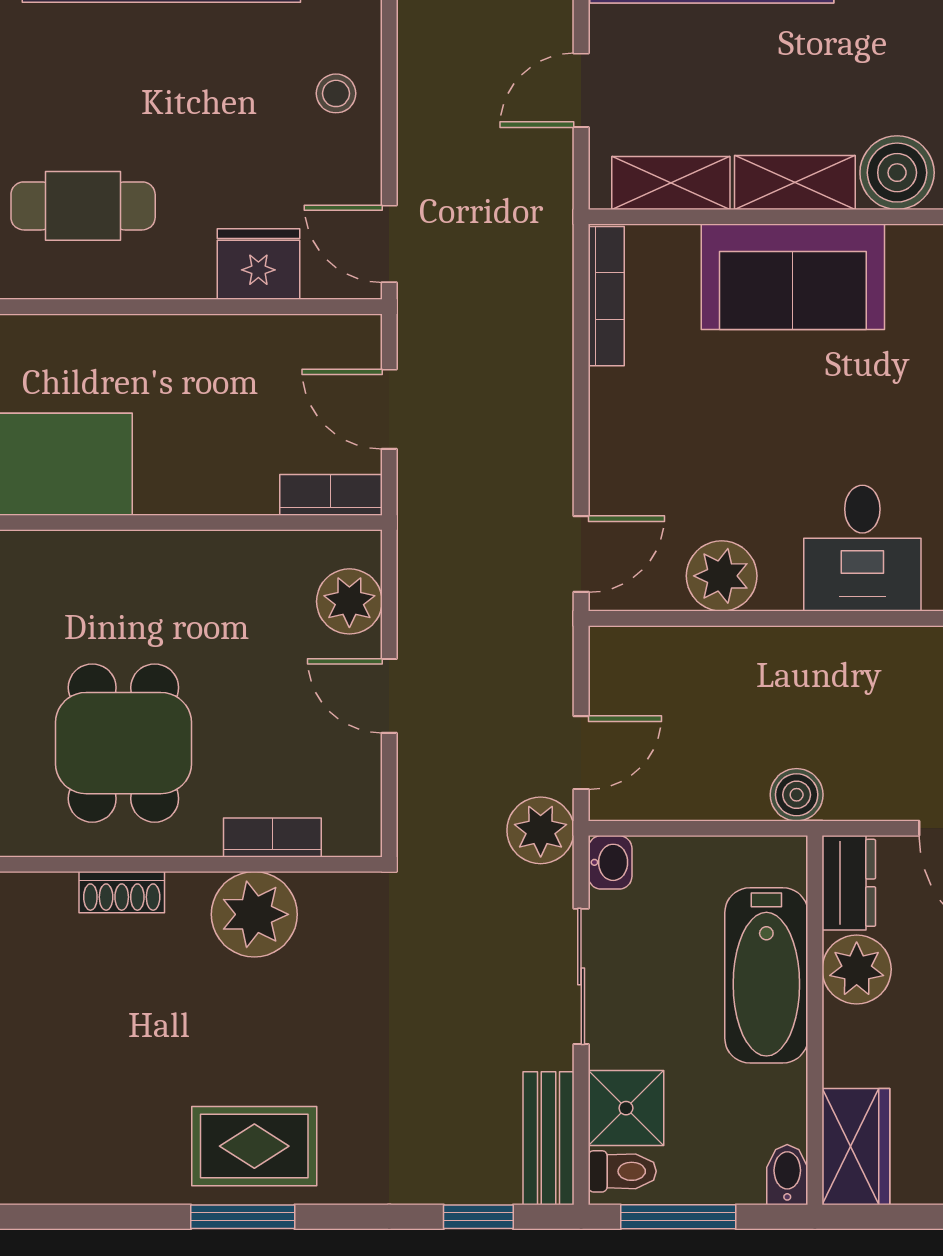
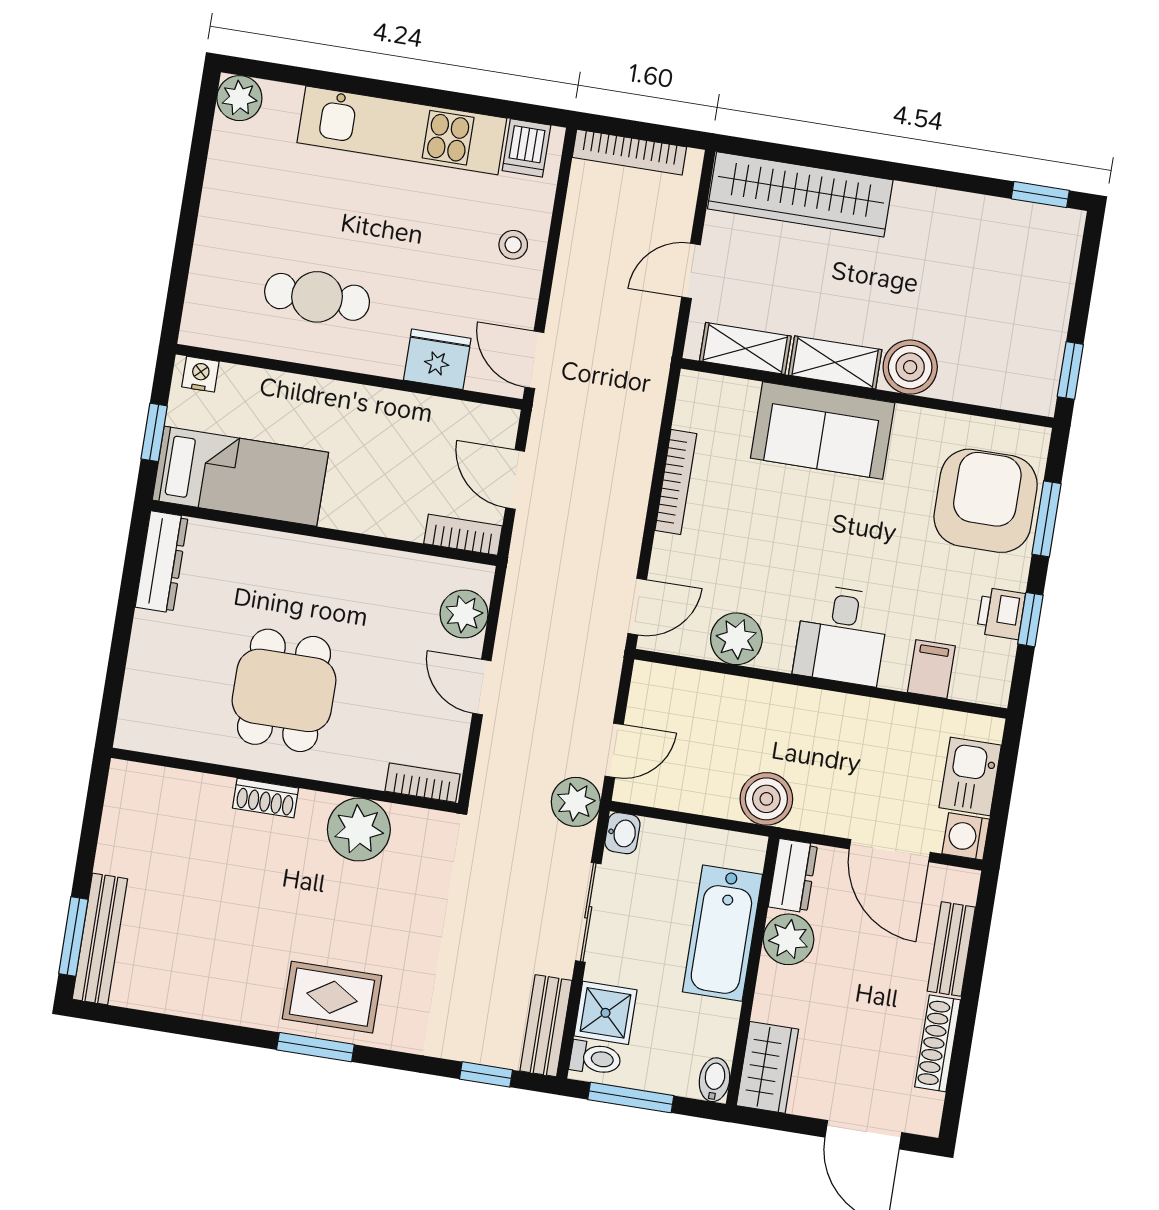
bookcase: (606, 296) -> (676, 482), moved
boiler: (797, 795) -> (766, 799), width x1.36, depth x1.36
bookcase: (272, 838) -> (423, 783), moved

